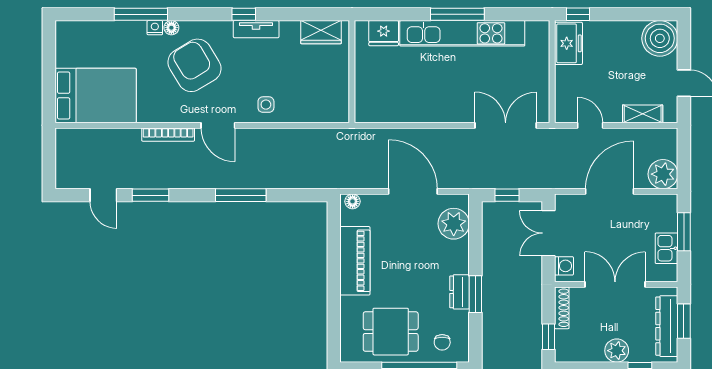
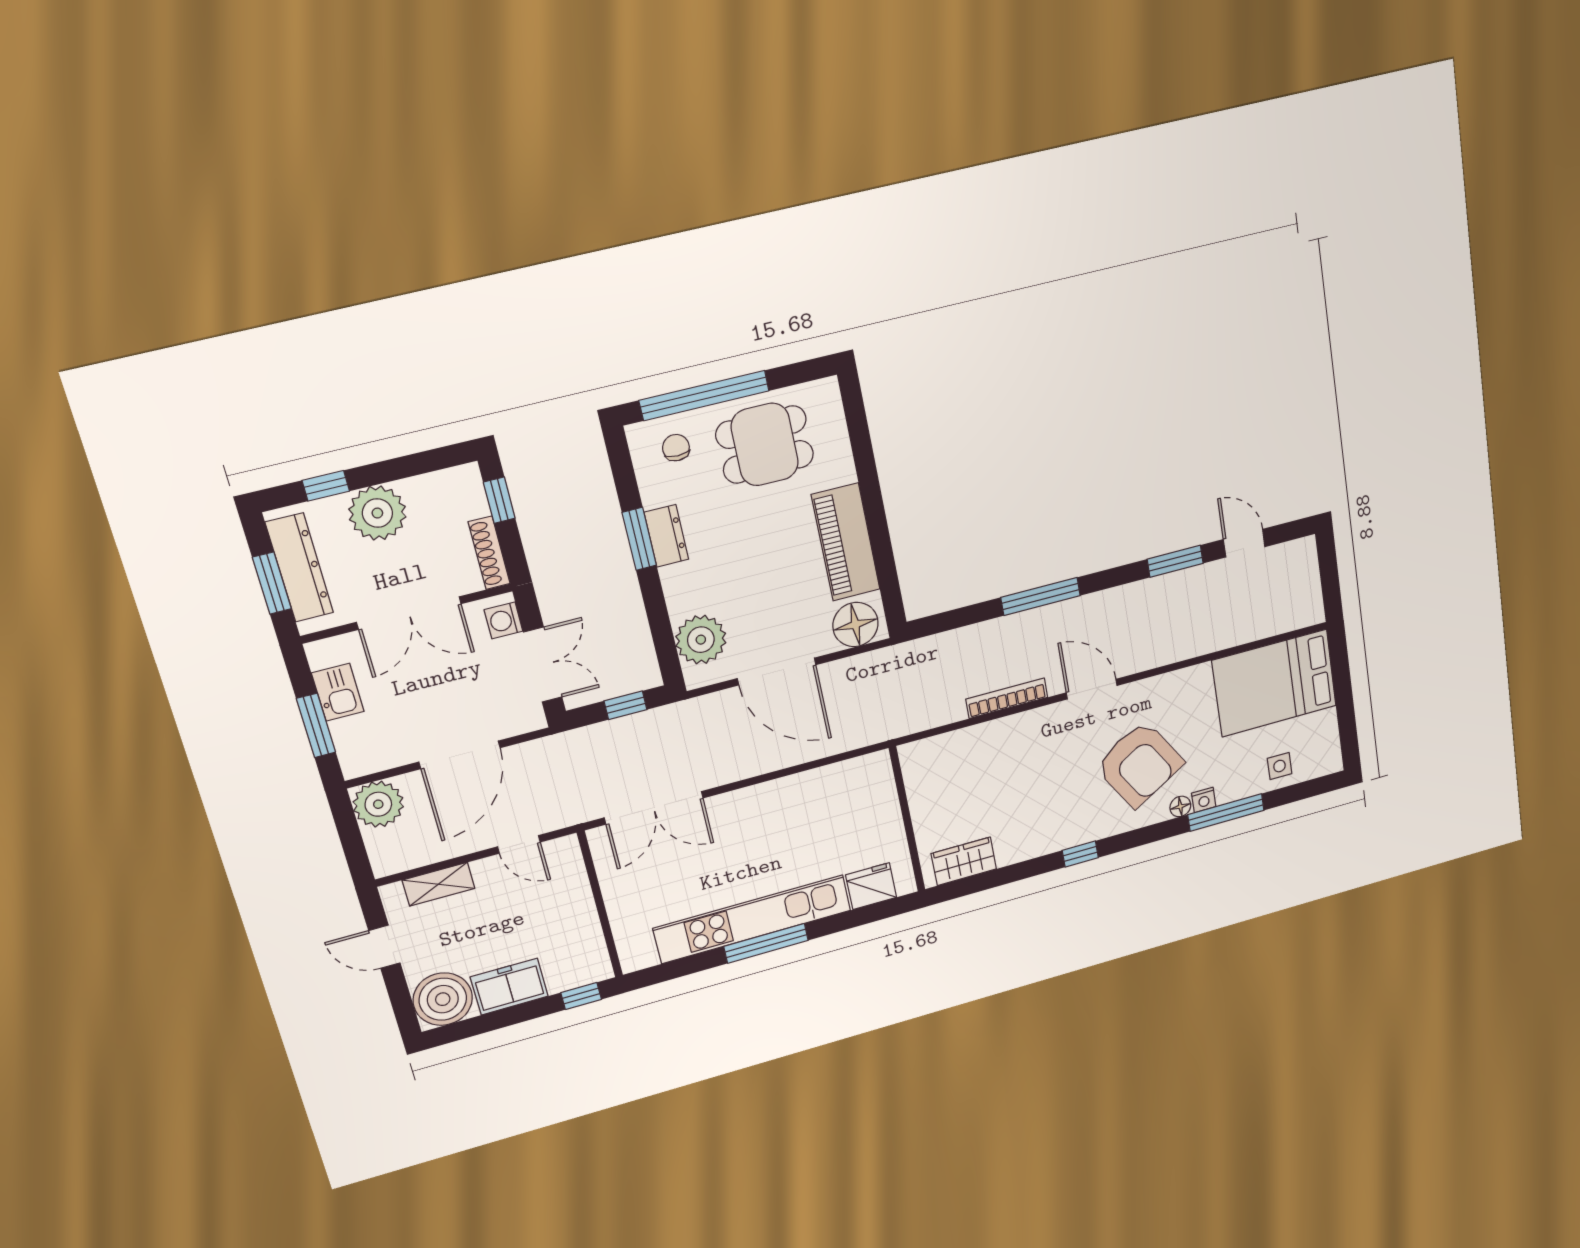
tv unit: (256, 29) -> (1059, 839), removed
freezer: (568, 43) -> (509, 987), moved, turned 90
side table: (266, 105) -> (1280, 766), moved
bookcase: (168, 135) -> (1007, 698), moved
floor lamp: (353, 201) -> (855, 625), width x1.89, depth x1.89
plant: (617, 351) -> (377, 513), width x1.36, depth x1.36

